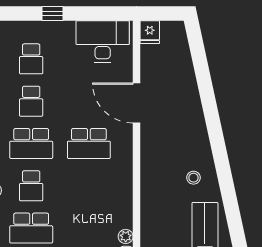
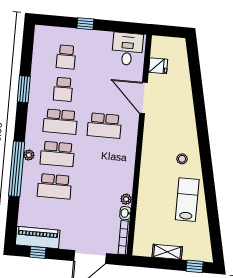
fridge: (150, 32) -> (158, 66), moved, turned -90
desk: (103, 41) -> (127, 49), width x0.73
school desk: (31, 186) -> (57, 154), width x1.85

